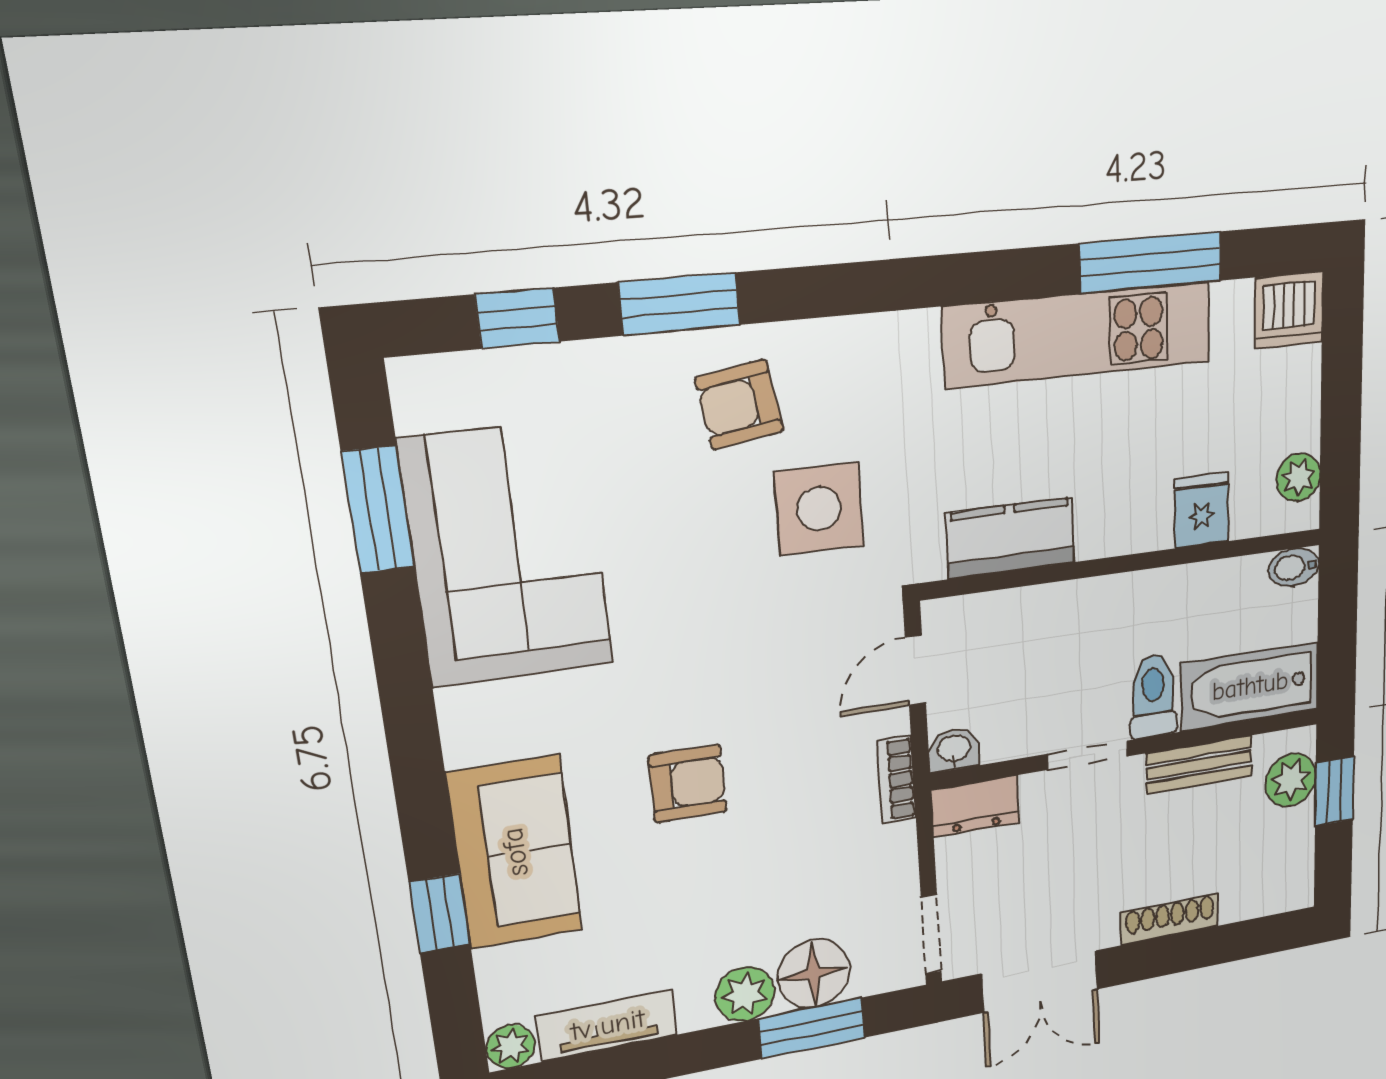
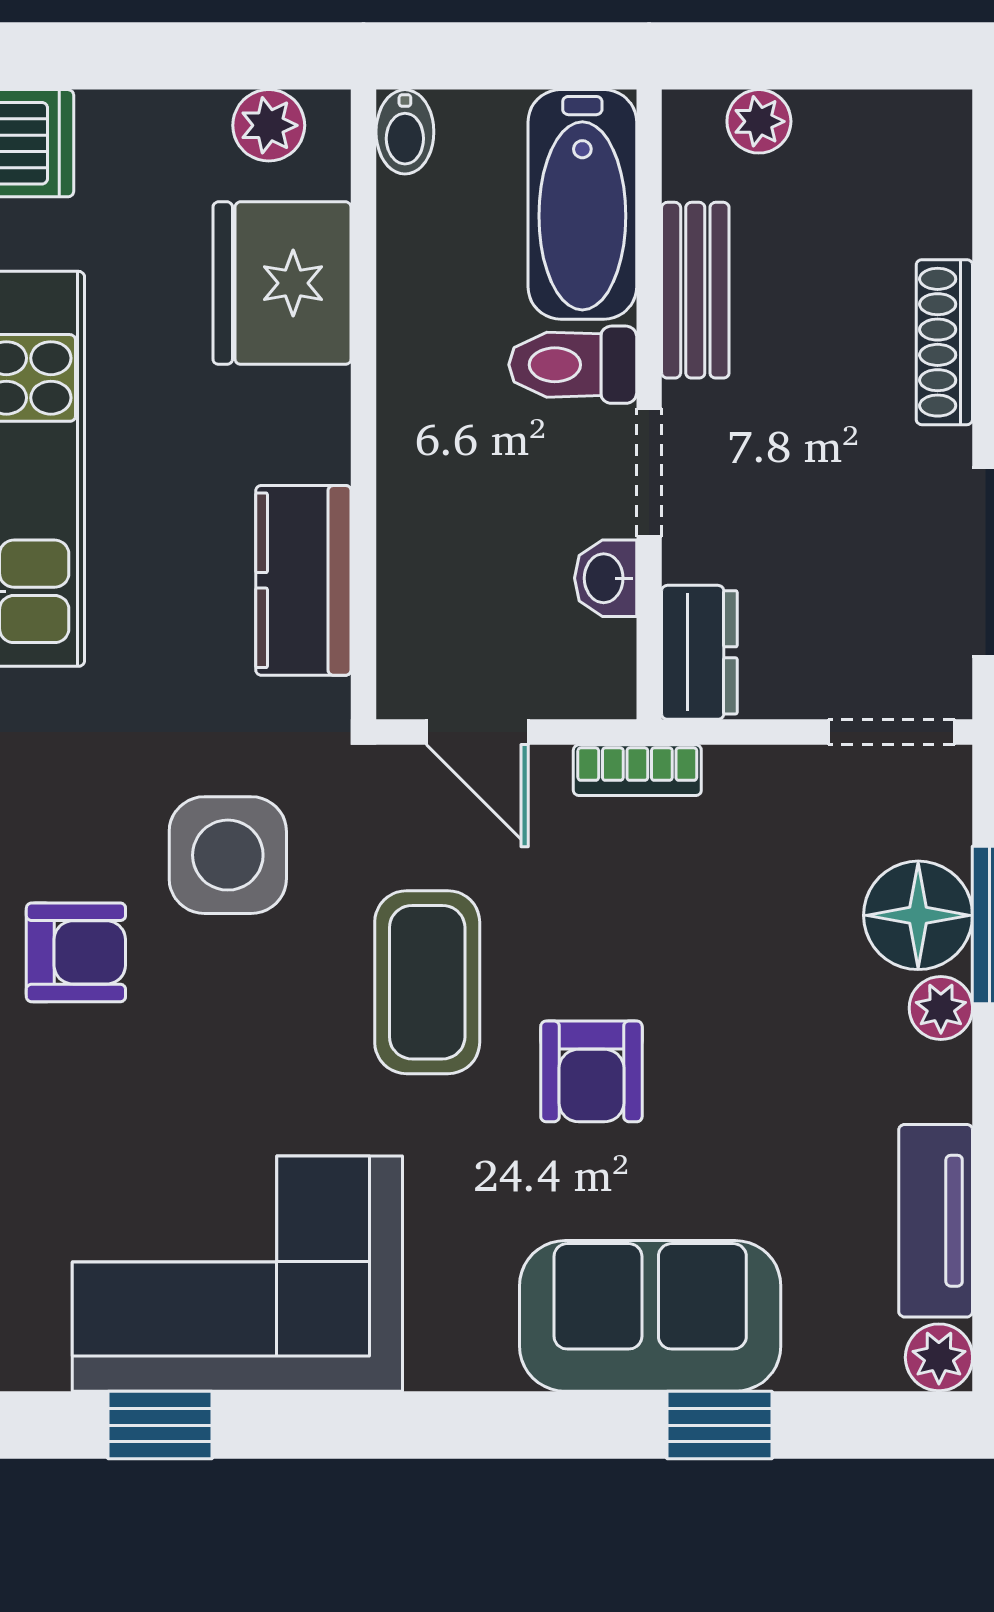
armchair: (739, 405) -> (76, 952), turned -81
window: (378, 510) -> (160, 1425), width x0.67
fridge: (1202, 510) -> (282, 283), width x1.88, depth x1.34
coffee table: (740, 662) -> (427, 982), added
washbasin: (954, 749) -> (606, 578), moved
plant: (1291, 780) -> (759, 121), width x0.73, depth x0.73
armchair: (688, 784) -> (591, 1071), turned 180
window: (1334, 791) -> (780, 56), removed
plant: (745, 994) -> (941, 1008), width x0.73, depth x0.73

